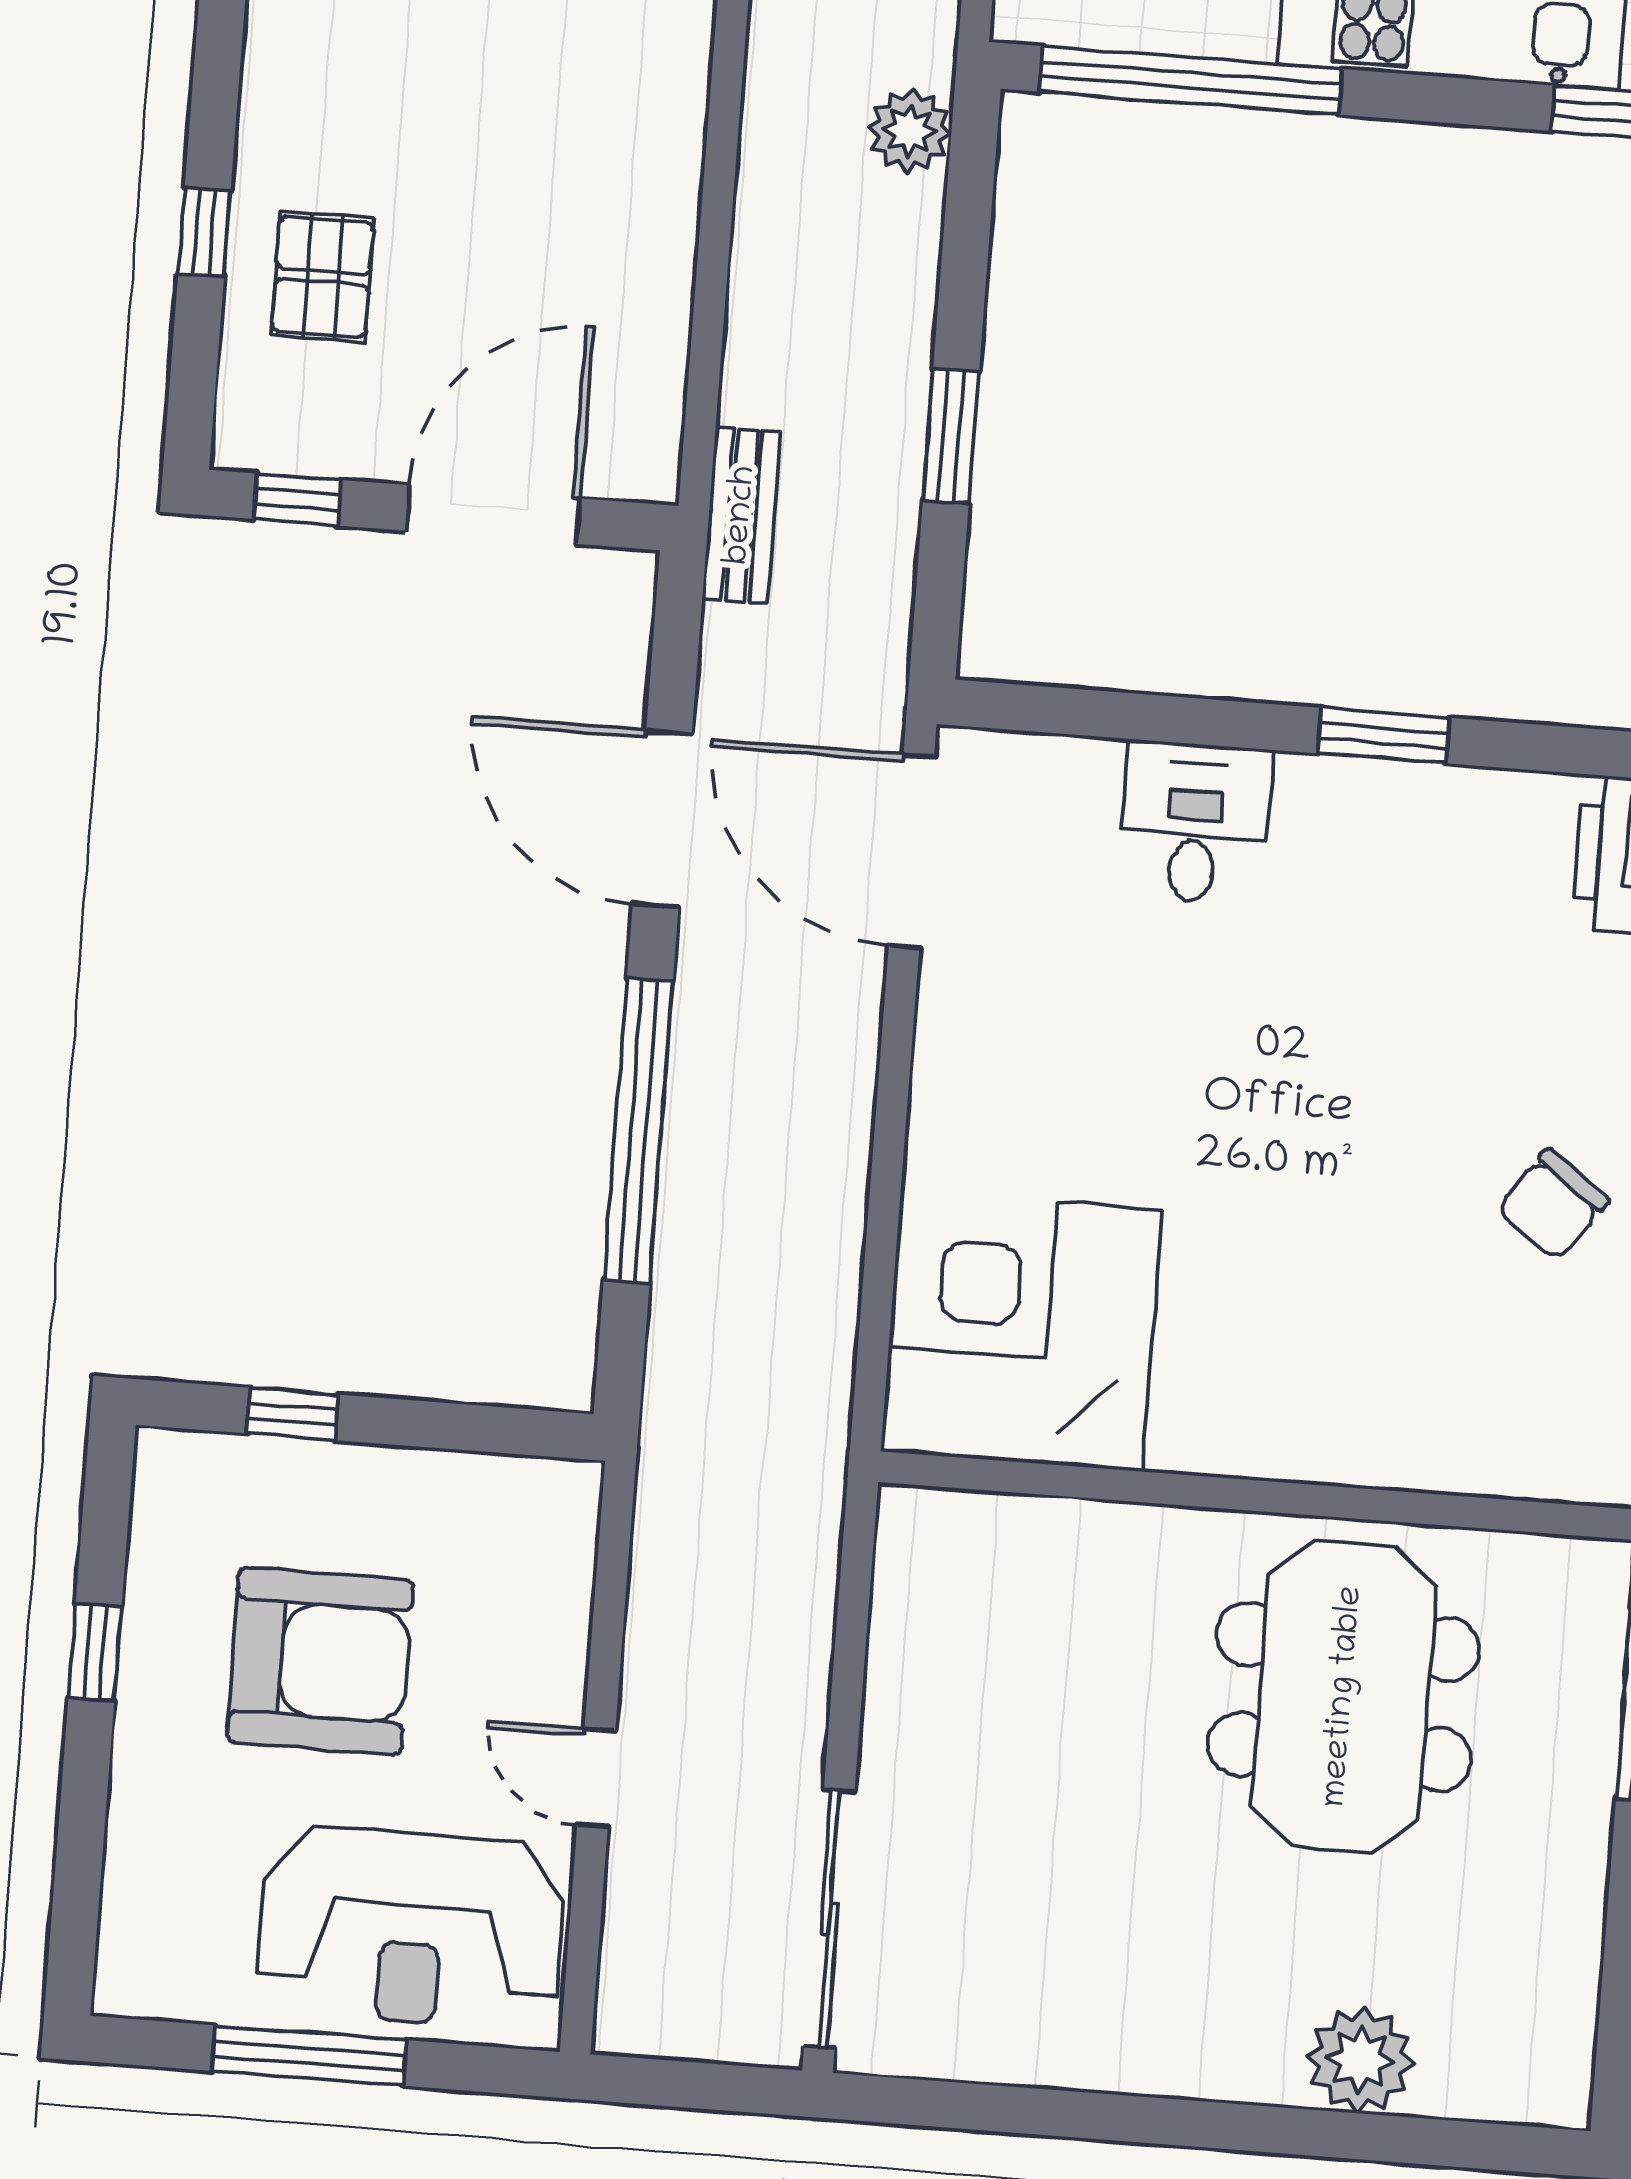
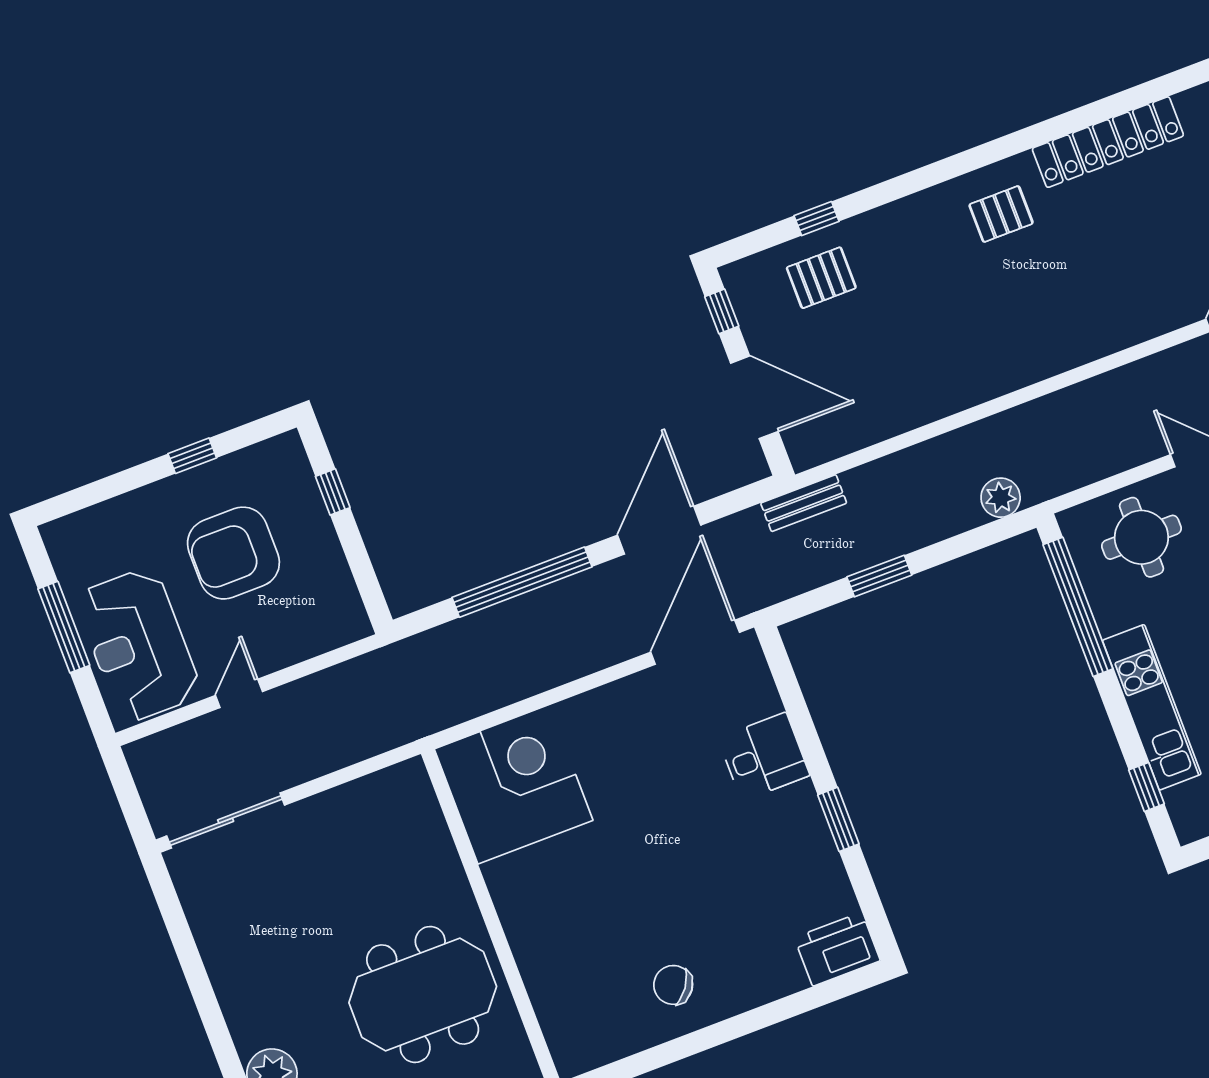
armchair: (320, 1661) -> (233, 553), turned 90

